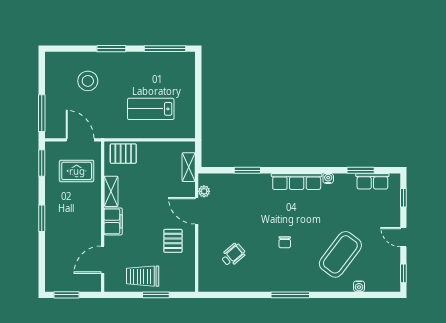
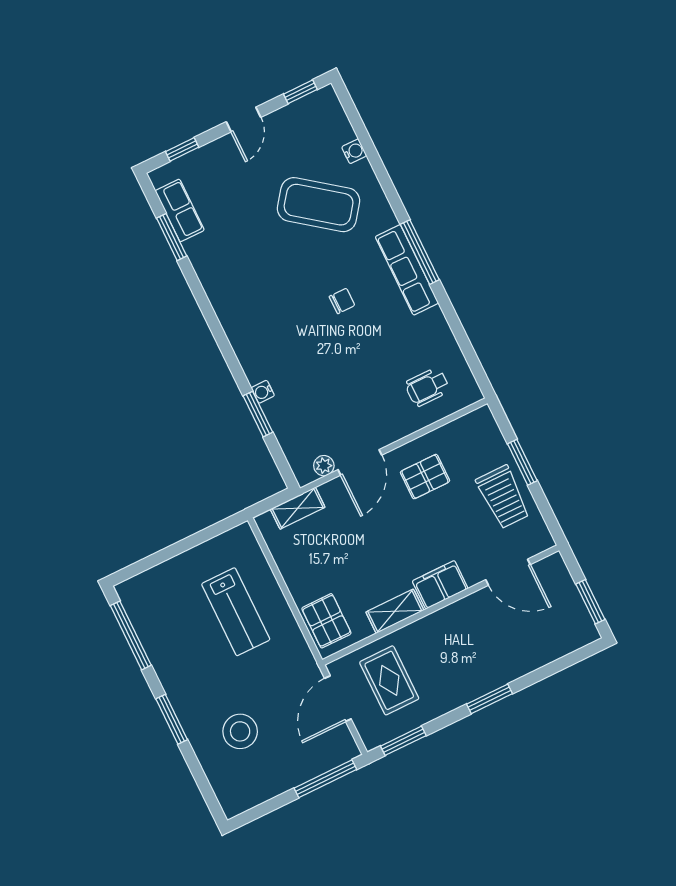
water cooler: (328, 178) -> (263, 392), moved
row of seats: (297, 181) -> (407, 270), moved, turned 180
wheelchair: (233, 255) -> (427, 387), moved, turned -50

